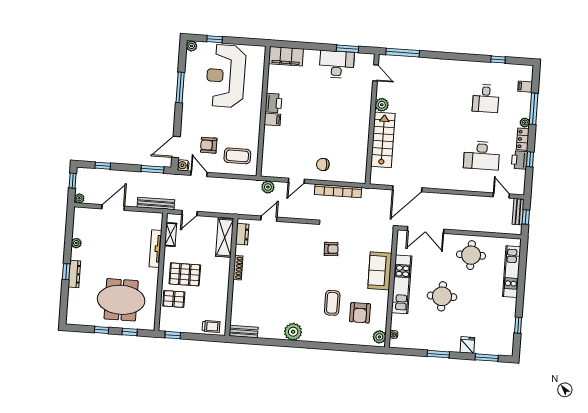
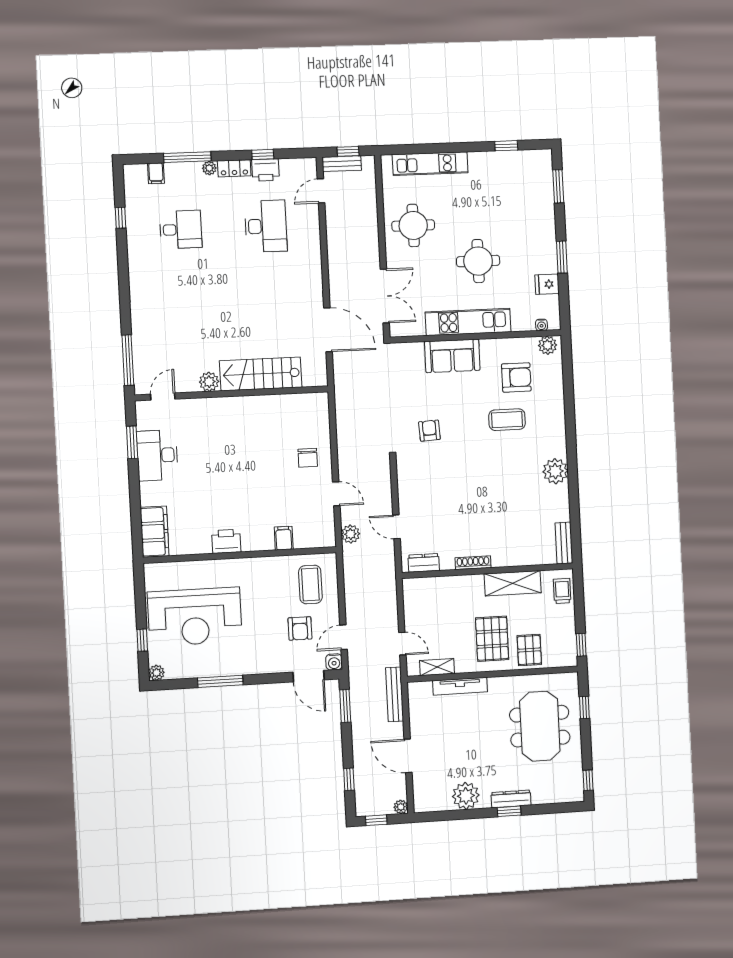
filing cabinet: (272, 119) -> (284, 538), moved
bookcase: (338, 191) -> (344, 431), removed
shelving: (225, 238) -> (513, 583), moved
plant: (76, 243) -> (466, 796), width x1.88, depth x1.88
window: (101, 330) -> (588, 780), moved
fridge: (467, 345) -> (547, 284), moved

